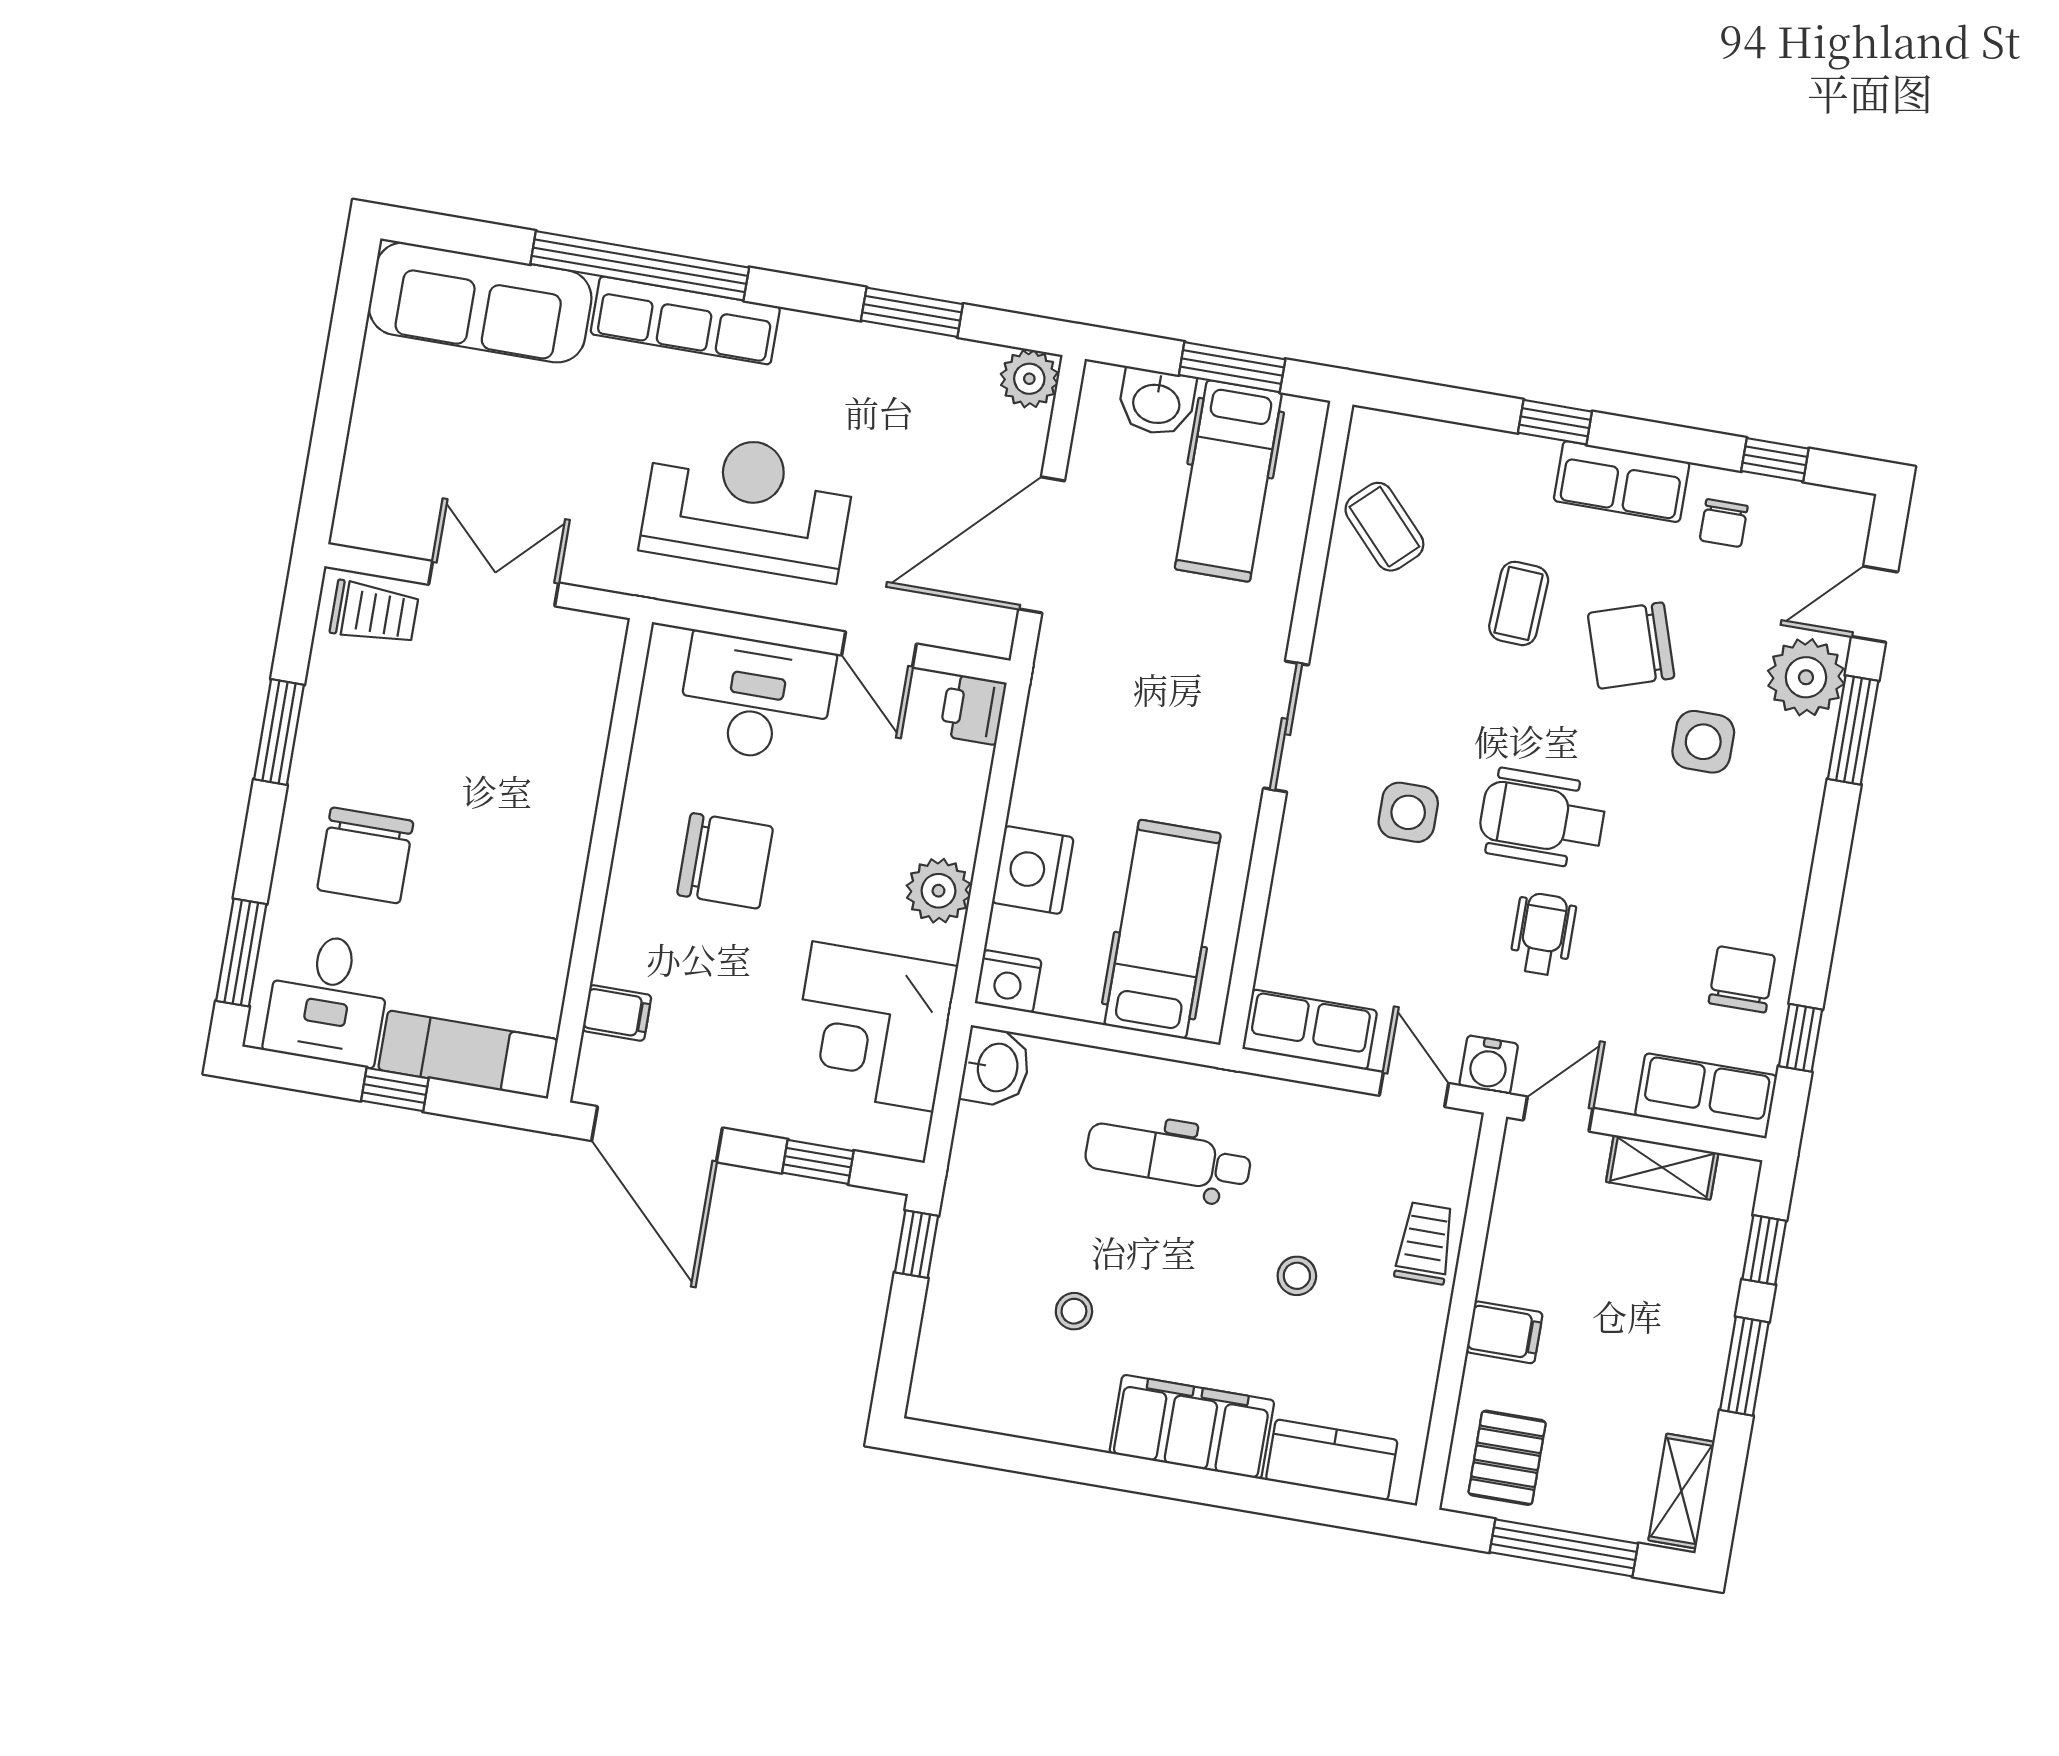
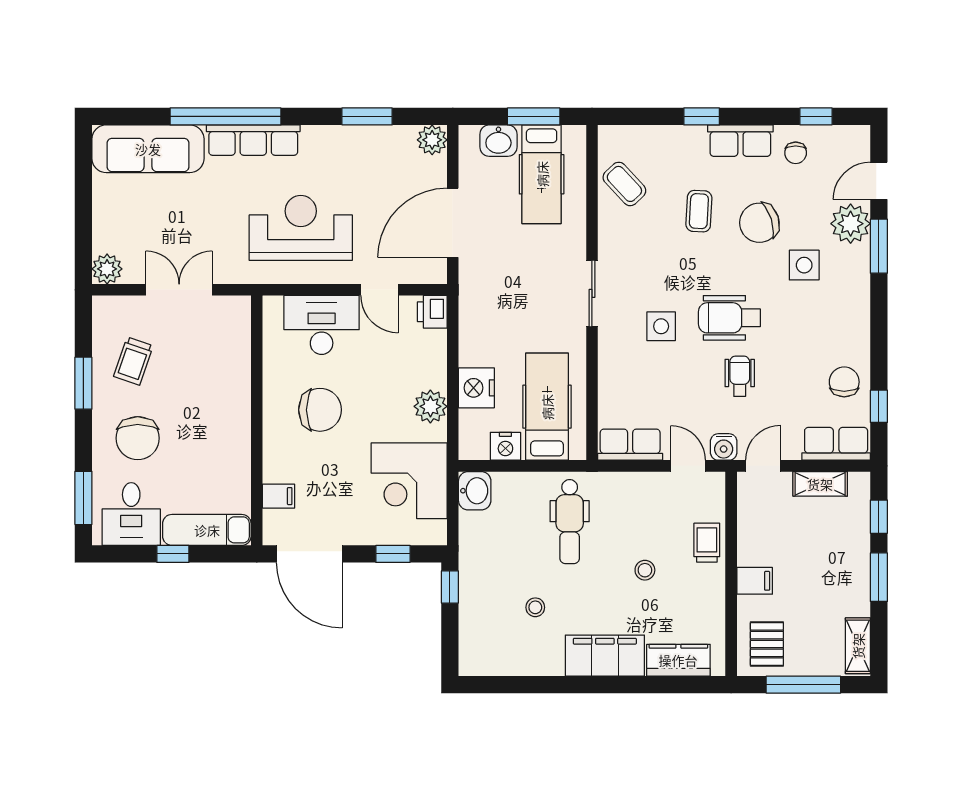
plant: (362, 520) -> (107, 269), added
trolley: (374, 613) -> (133, 361), moved, turned 109
nightstand: (1008, 981) -> (505, 446), moved
dental chair: (1168, 1158) -> (570, 522), turned -90

